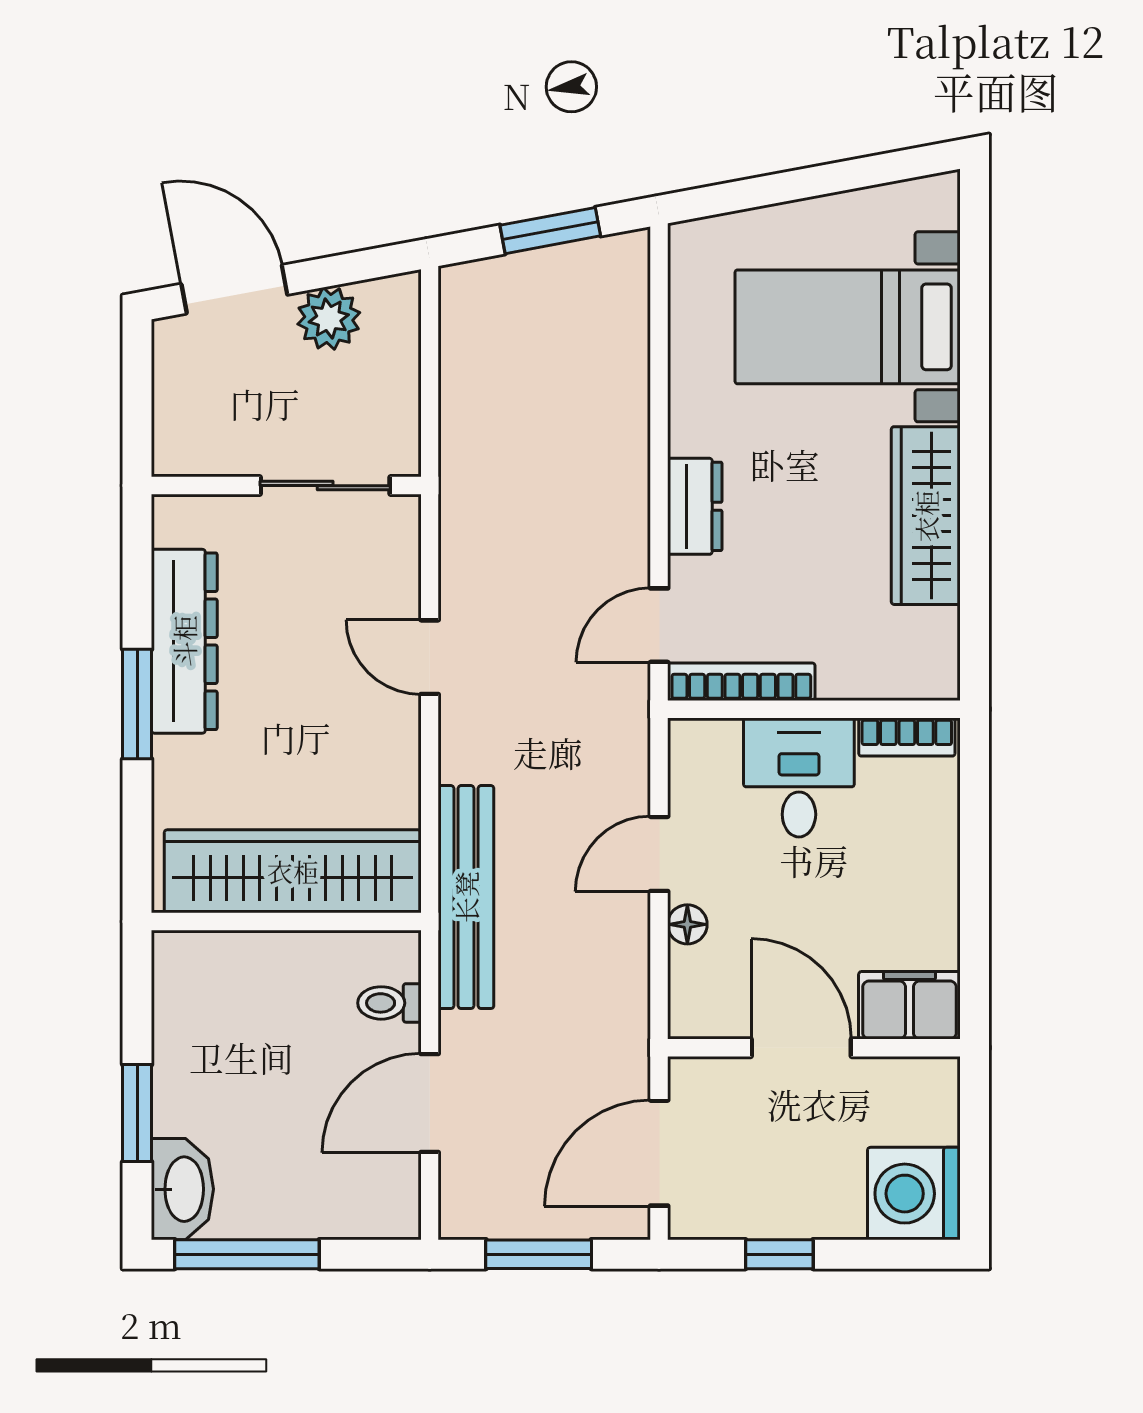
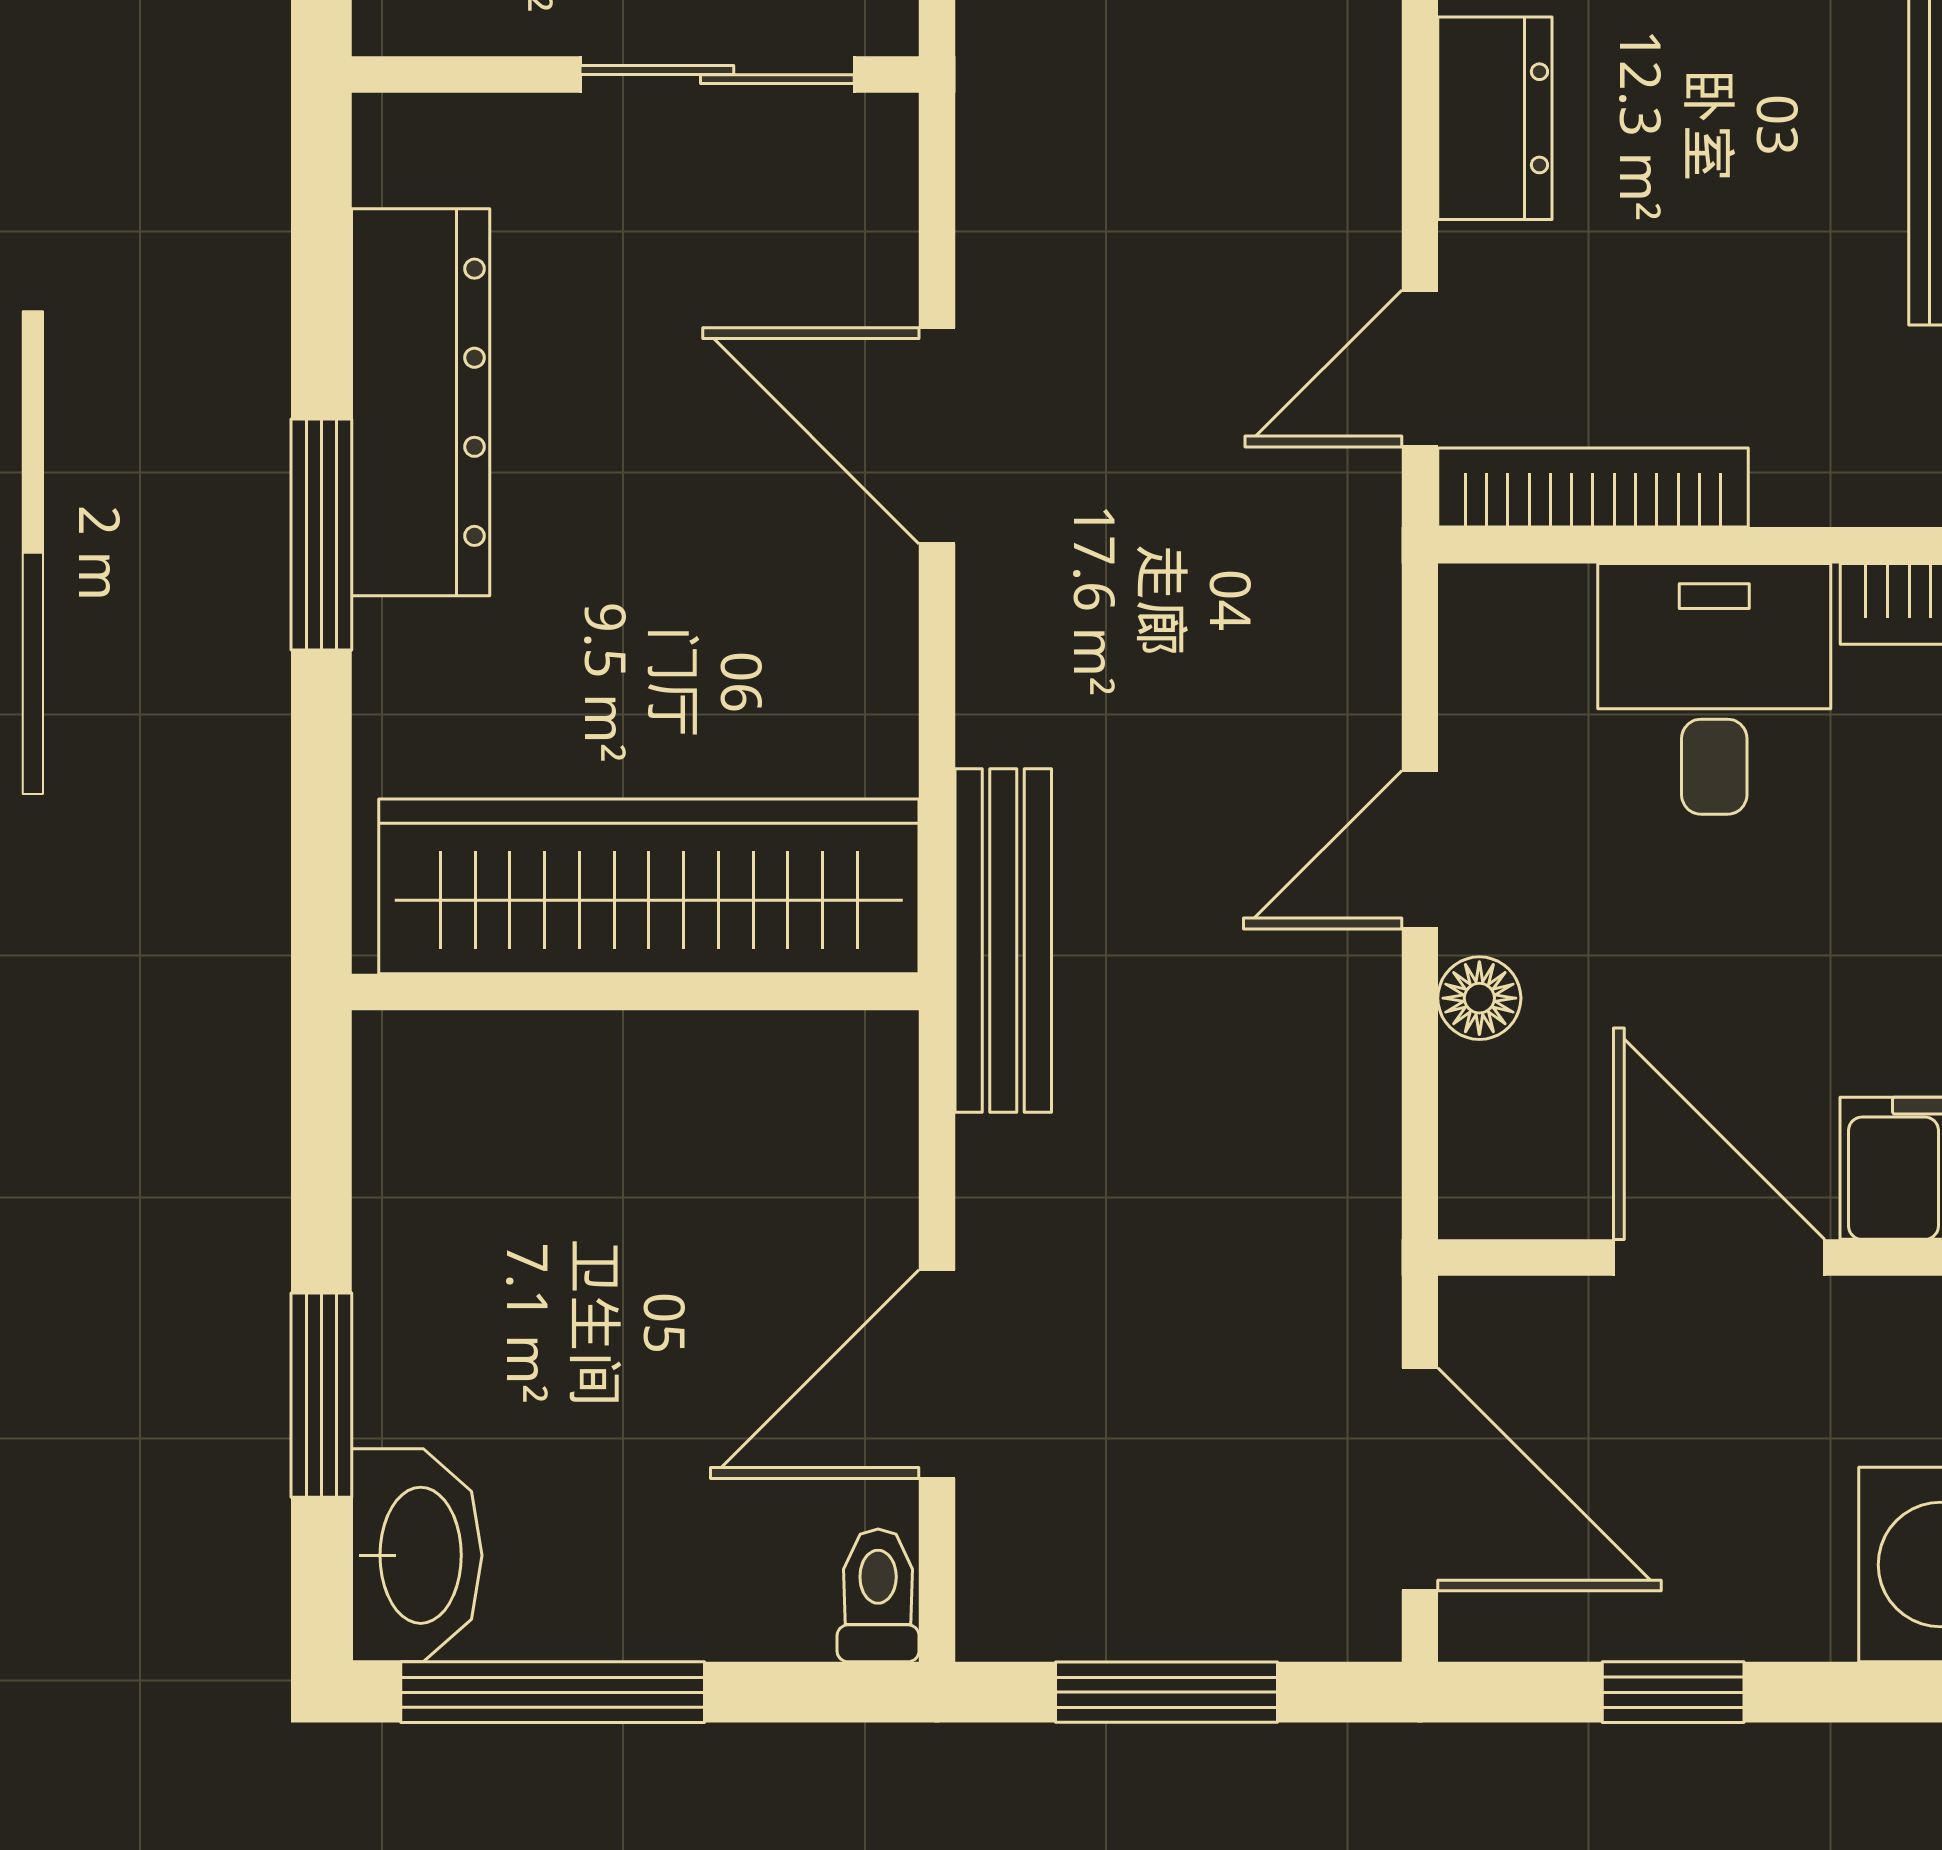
door: (430, 657) -> (937, 436), width x1.38
bench: (466, 897) -> (1003, 941), width x0.73, depth x0.82
toilet: (389, 1003) -> (878, 1595), moved, turned 90
door: (659, 1153) -> (1420, 1479), swing flipped

